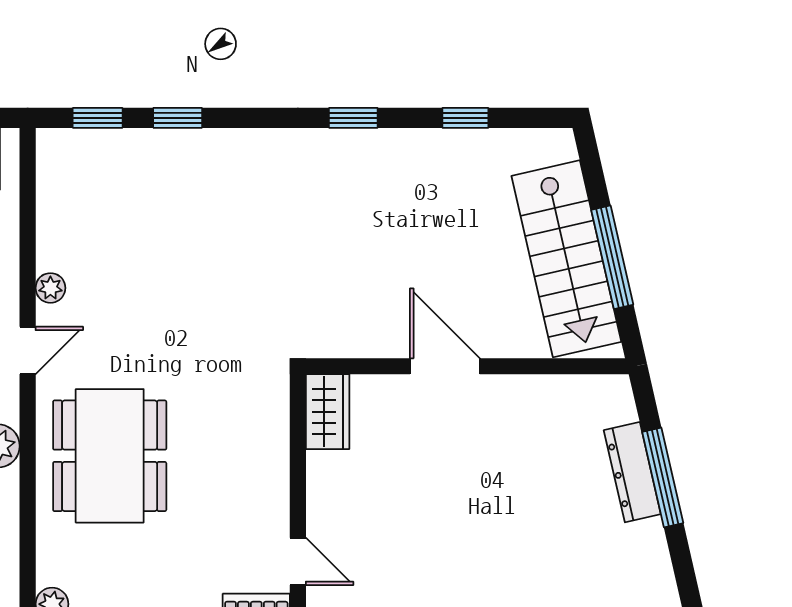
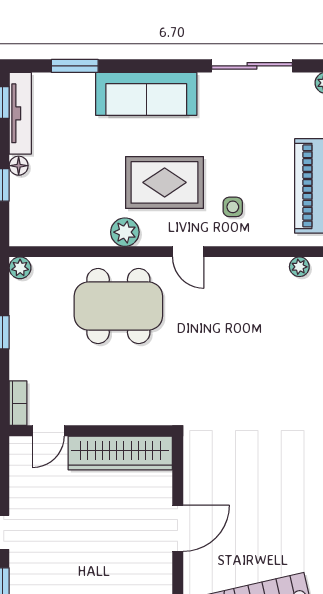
plant: (50, 288) -> (299, 267), moved
wardrobe: (328, 412) -> (120, 453), width x2.10, depth x1.17

